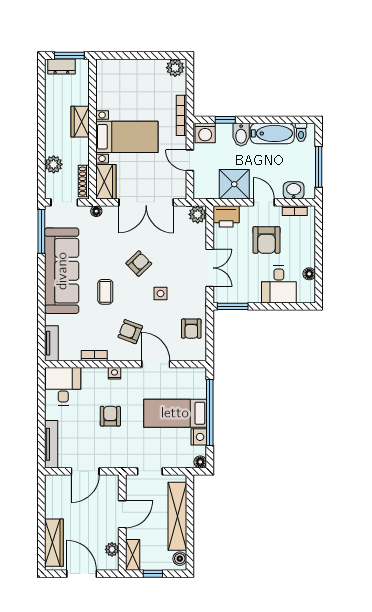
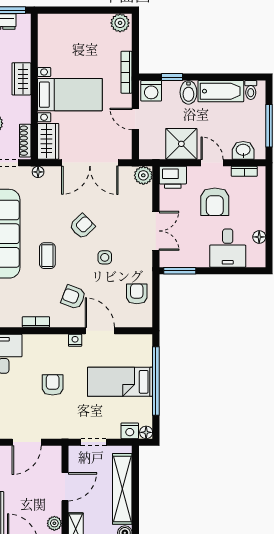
armchair: (191, 329) -> (137, 294), turned 180
nightstand: (114, 373) -> (75, 340), moved
nightstand: (199, 437) -> (130, 431), moved, turned 90

